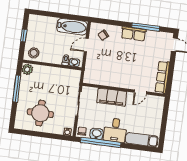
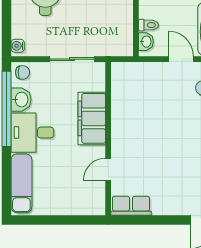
row of seats: (162, 77) -> (131, 206), width x0.68
door: (140, 92) -> (108, 169), hinge flipped

